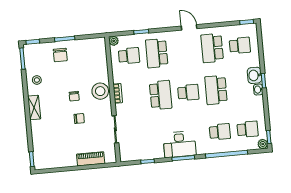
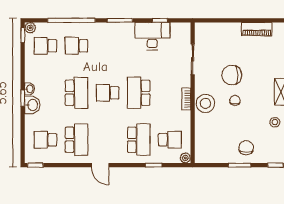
school desk: (129, 56) -> (170, 140), turned 180
chair: (79, 119) -> (232, 75), width x1.87, depth x1.87
desk: (180, 144) -> (152, 36), moved
piano: (91, 159) -> (257, 29), moved

